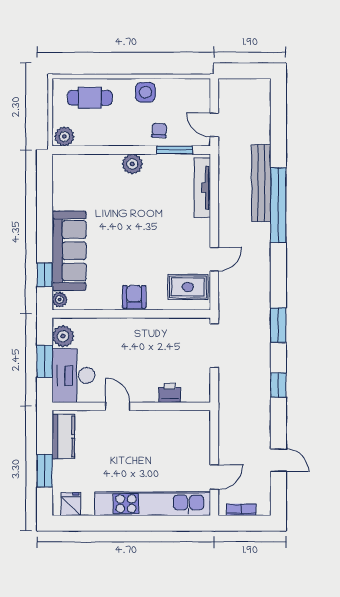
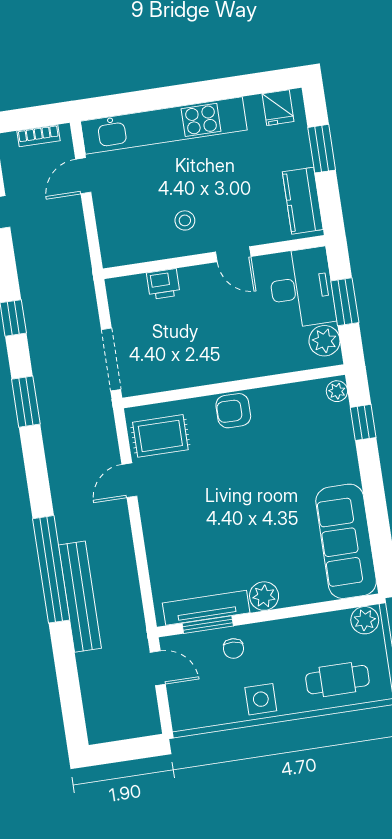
tv unit: (202, 188) -> (206, 608), moved, turned -90
sofa: (69, 251) -> (346, 541), moved
armchair: (134, 297) -> (233, 411), turned 90
stool: (148, 435) -> (185, 220), added

